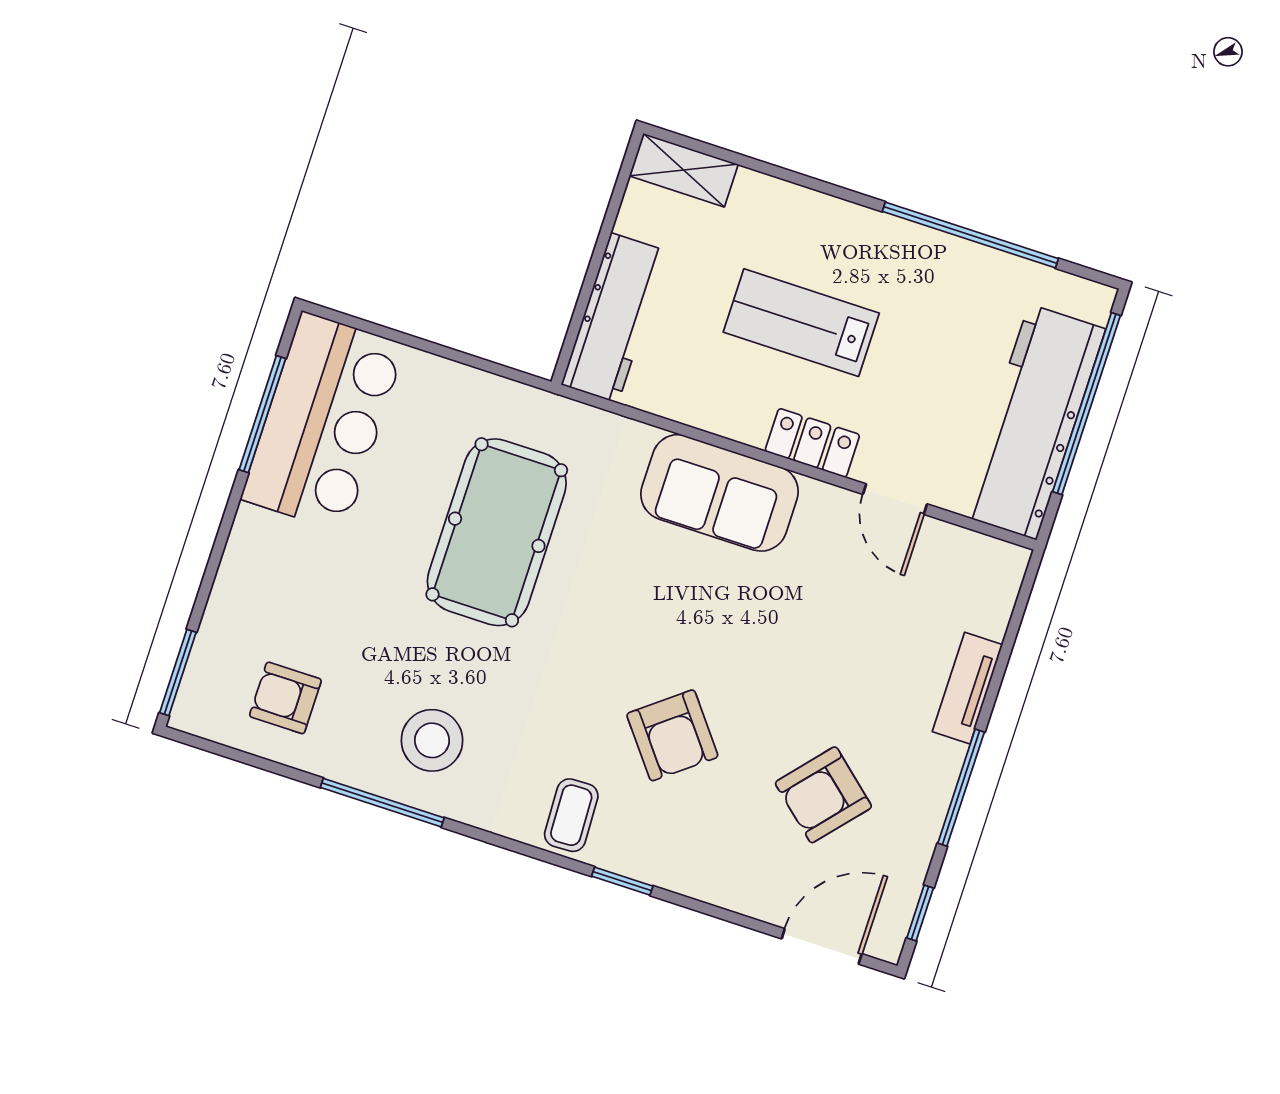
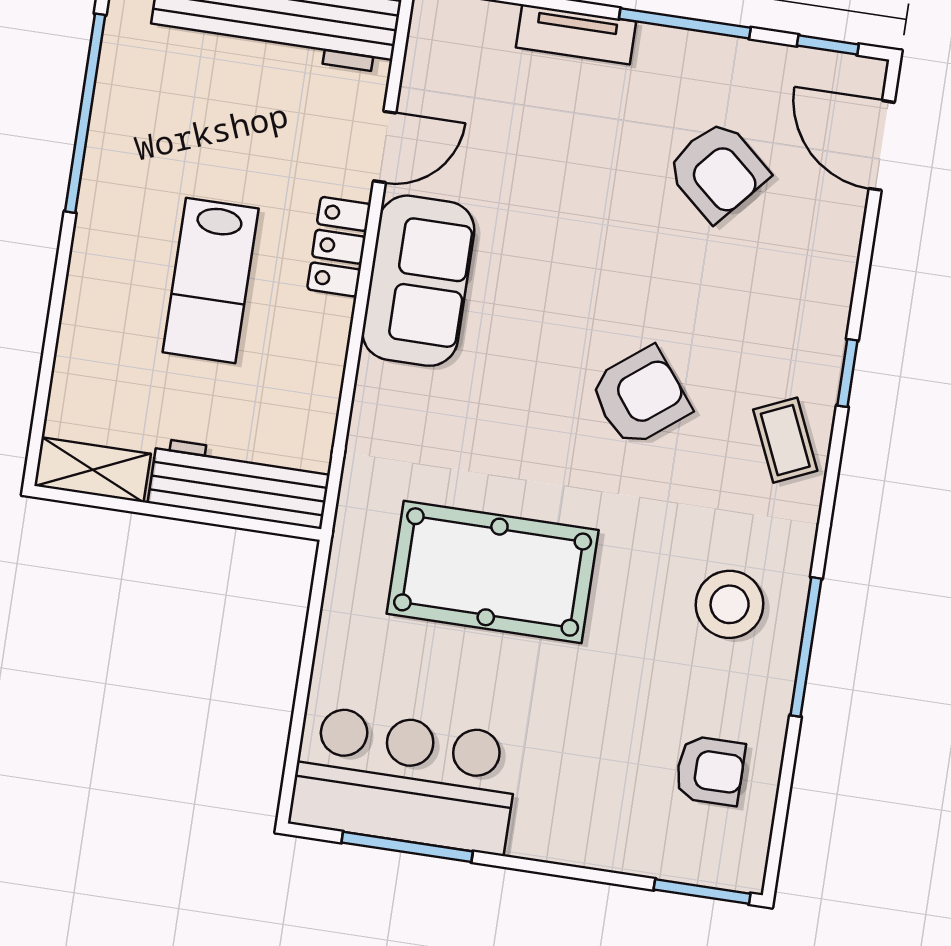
shelving: (684, 170) -> (93, 470), moved, turned 90
sofa: (720, 493) -> (418, 281), moved
armchair: (285, 698) -> (710, 771), turned -90
armchair: (672, 735) -> (640, 397), moved
coffee table: (571, 815) -> (785, 440), turned 68

